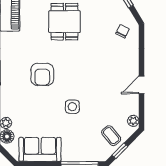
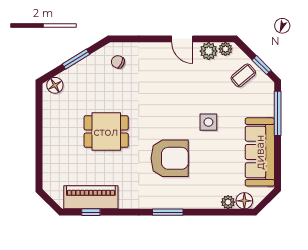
armchair: (42, 74) -> (170, 158), width x1.36, depth x1.36
plant: (131, 107) -> (209, 51), added
sofa: (40, 149) -> (260, 152), width x1.36

